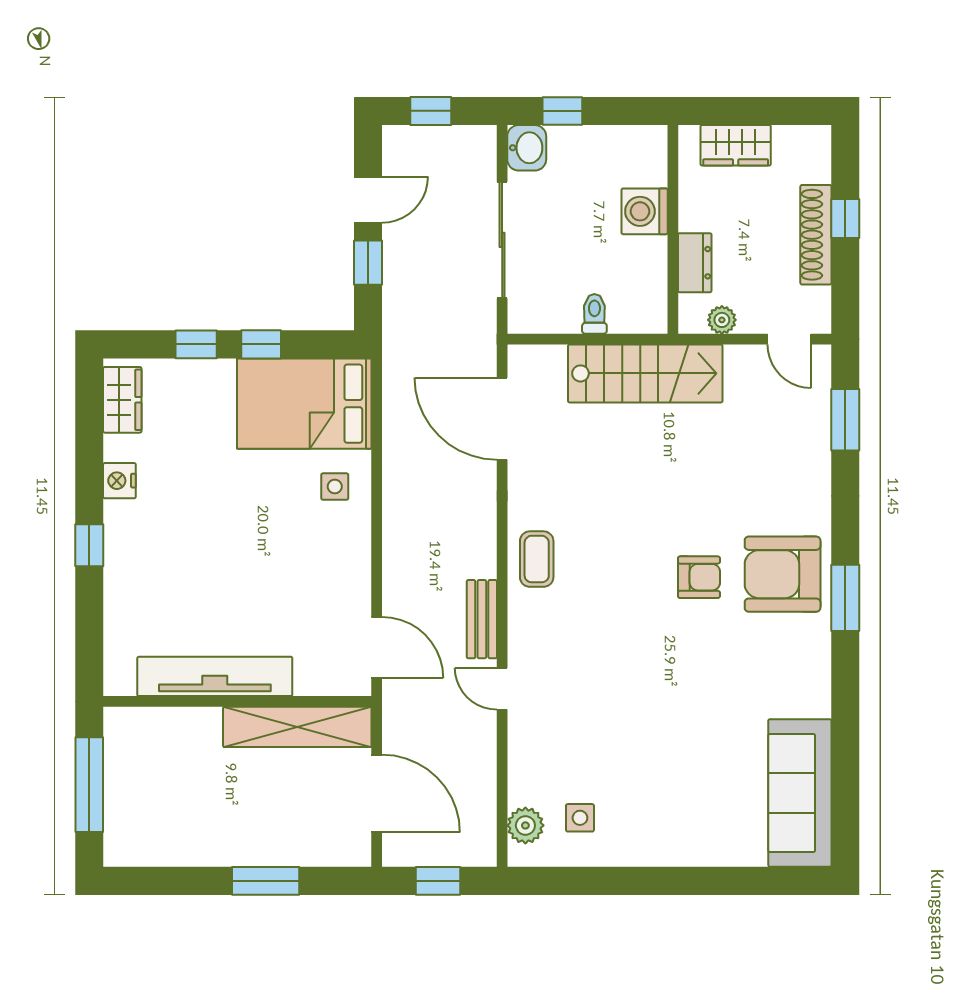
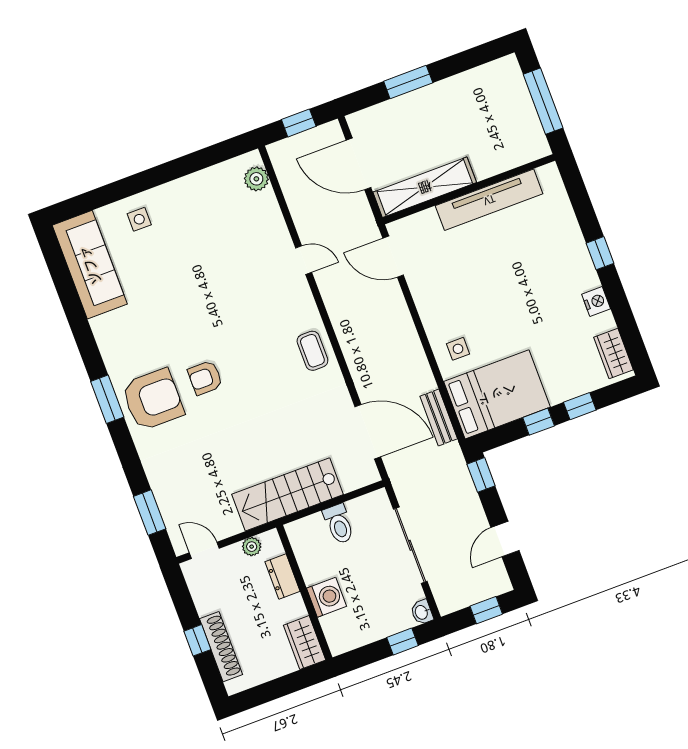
wardrobe: (736, 145) -> (305, 643), moved, turned -90
washbasin: (527, 148) -> (422, 612), width x0.72, depth x0.69
shoe rack: (816, 235) -> (221, 647), moved
window: (368, 263) -> (481, 475), moved
toilet: (594, 314) -> (339, 524), width x1.37, depth x1.39
bench: (482, 619) -> (439, 417), moved
side table: (580, 818) -> (139, 219), moved

